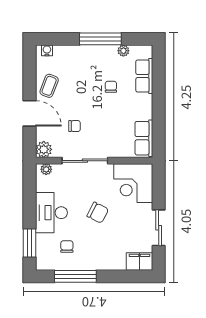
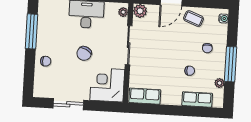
chair: (75, 126) -> (207, 48), moved
chair: (67, 246) -> (46, 61), moved
filing cabinet: (140, 261) -> (41, 86), removed

